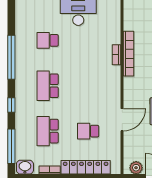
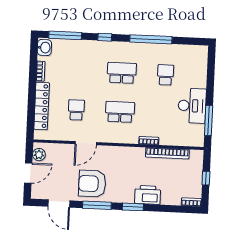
bookcase: (129, 54) -> (167, 153), moved
door: (122, 120) -> (86, 143), hinge flipped
school desk: (48, 131) -> (120, 112), moved

